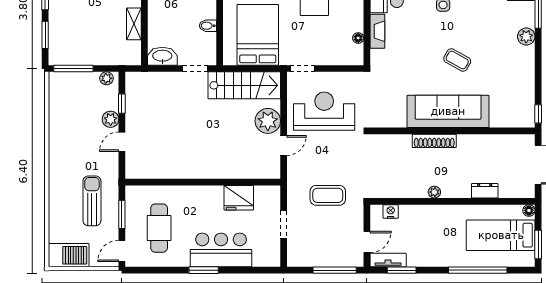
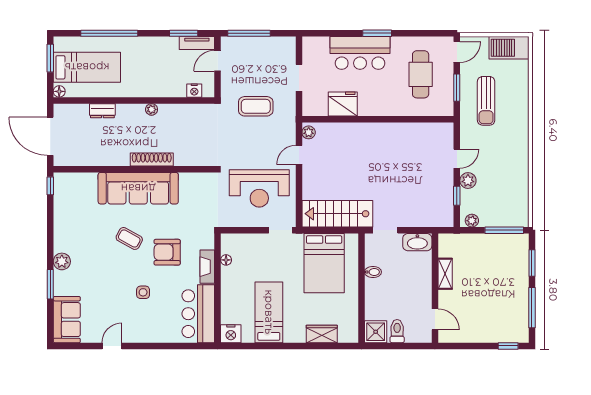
armchair: (418, 46) -> (167, 252), added
plant: (268, 121) -> (309, 132), moved, width x0.53, depth x0.53

